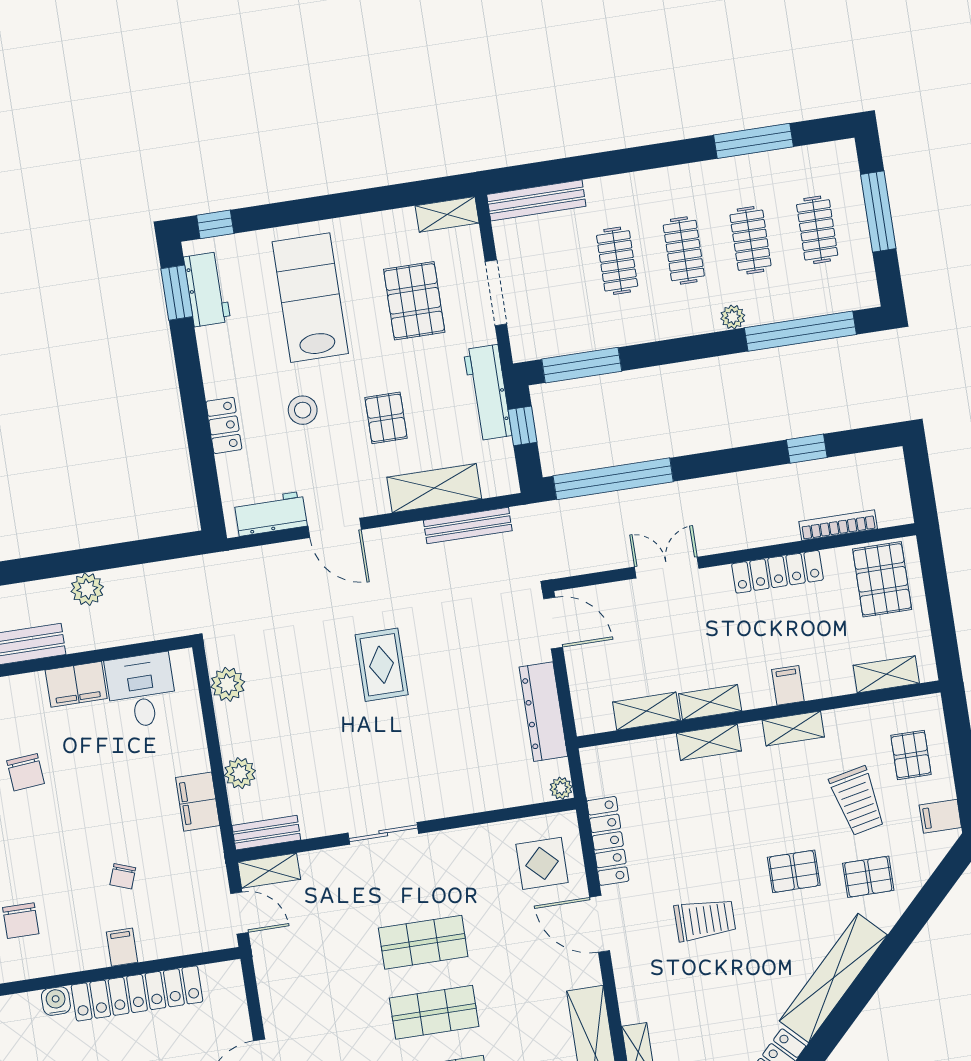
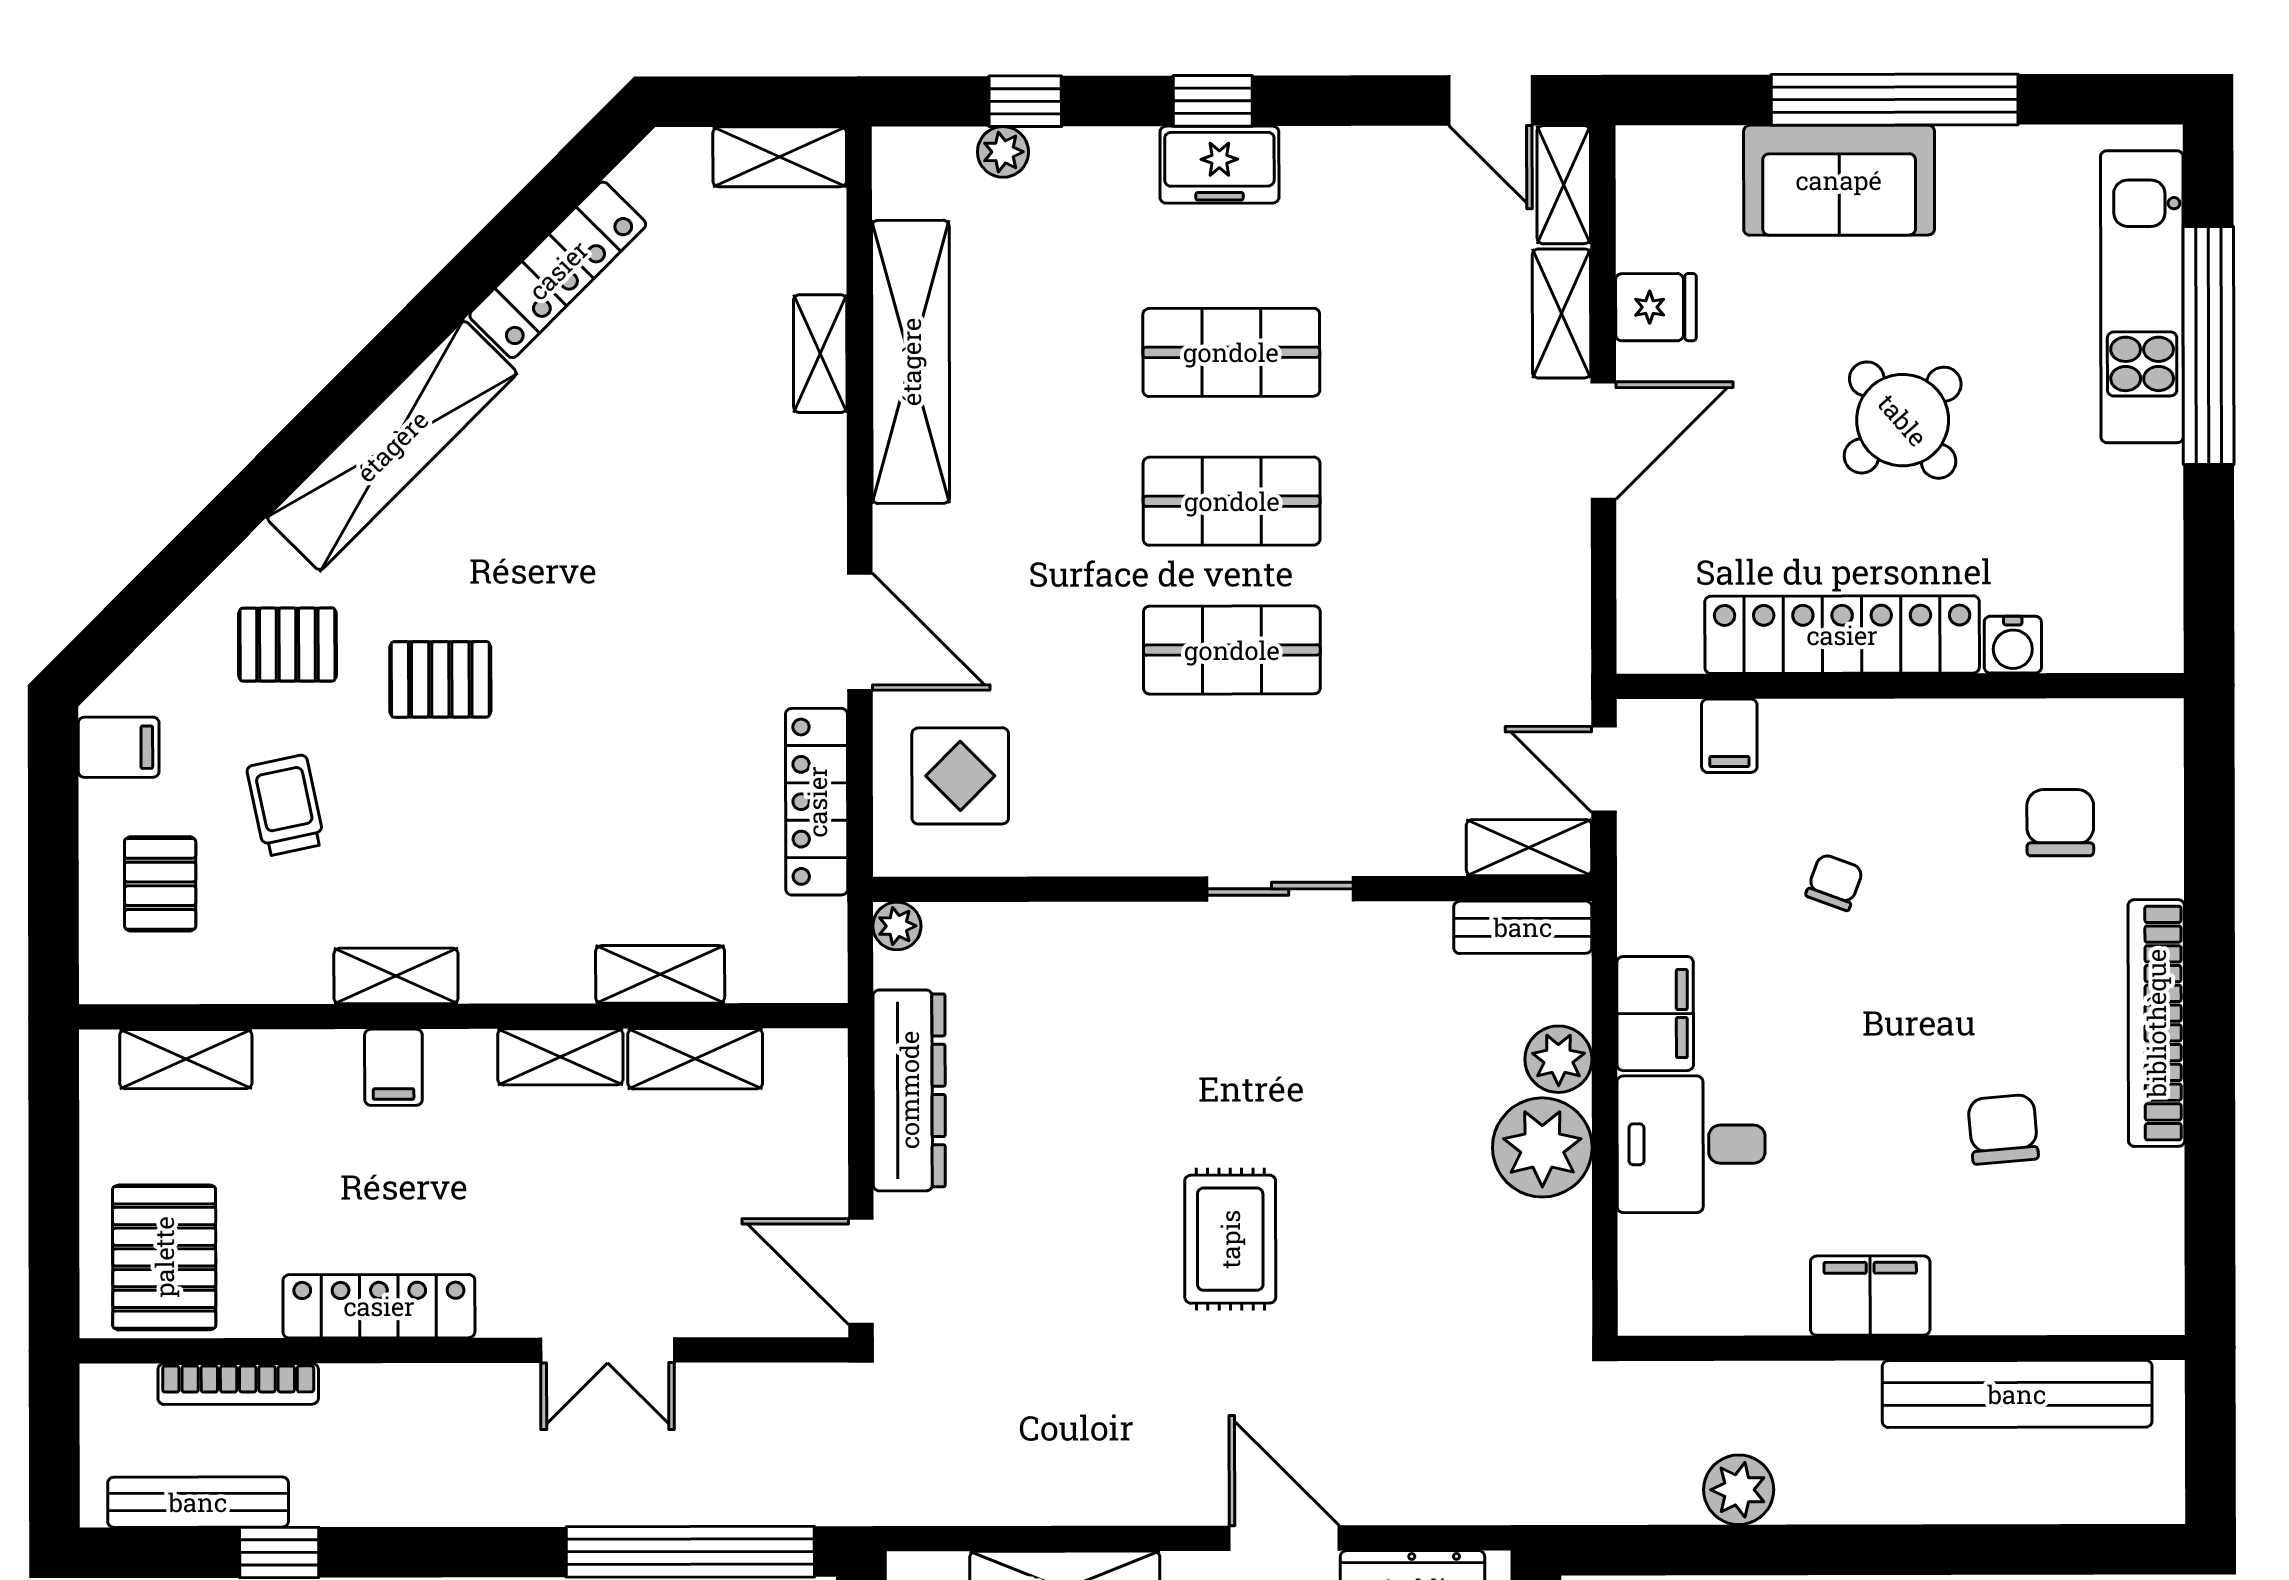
bench: (468, 526) -> (198, 1502), moved
plant: (87, 589) -> (1739, 1490), moved
plant: (228, 684) -> (1542, 1147), moved, width x1.36, depth x1.36
desk: (141, 691) -> (1691, 1144), moved, turned 90
shelving: (709, 742) -> (660, 974), moved
trolley: (857, 801) -> (286, 805), width x0.73, depth x0.72
trolley: (705, 920) -> (640, 607), removed
filing cabinet: (122, 947) -> (1729, 736), moved

